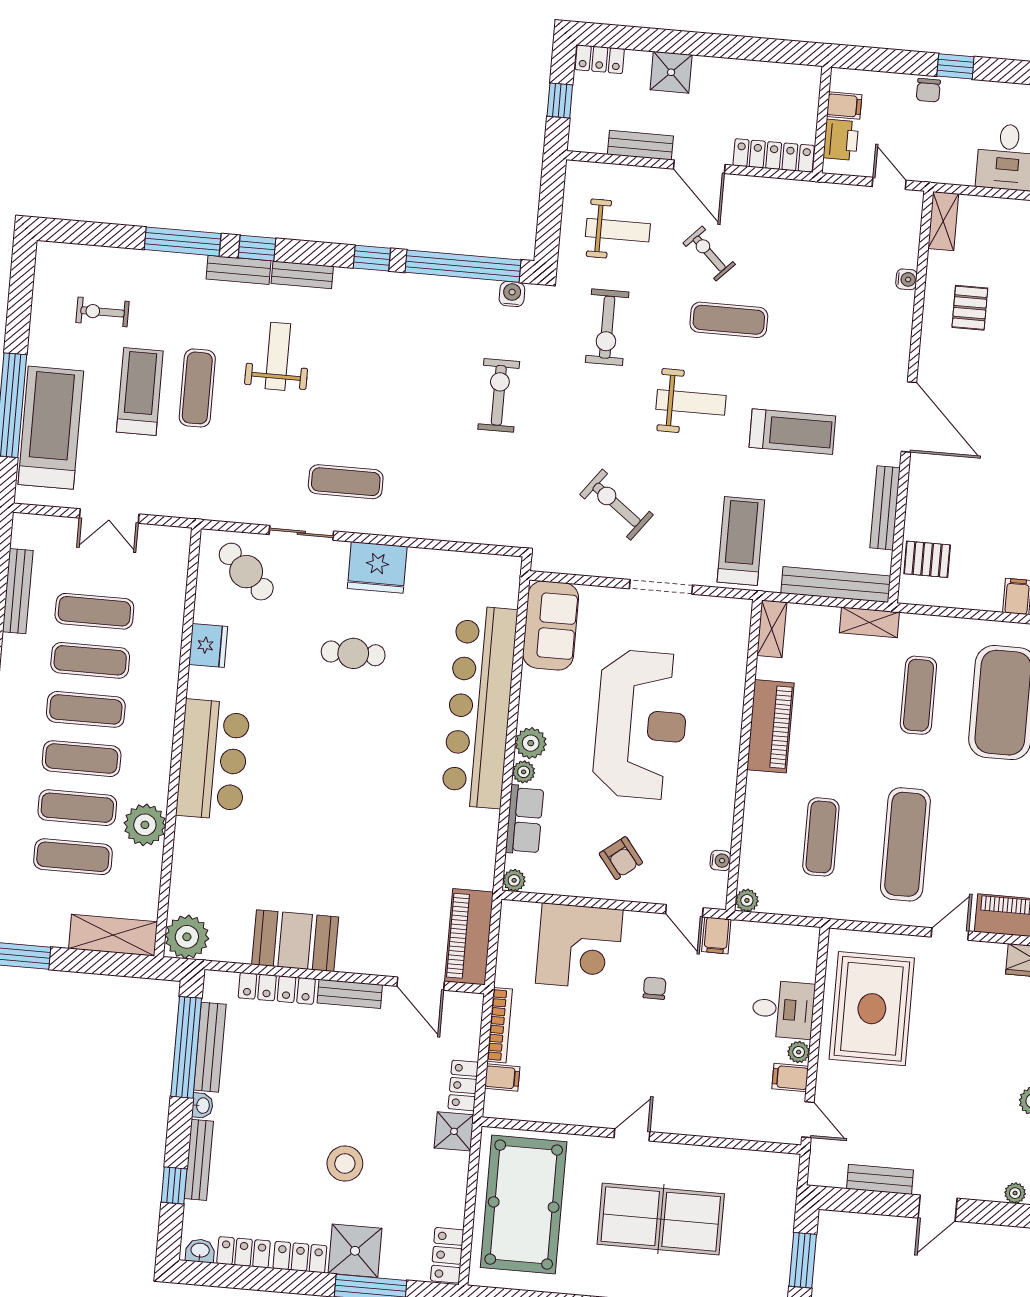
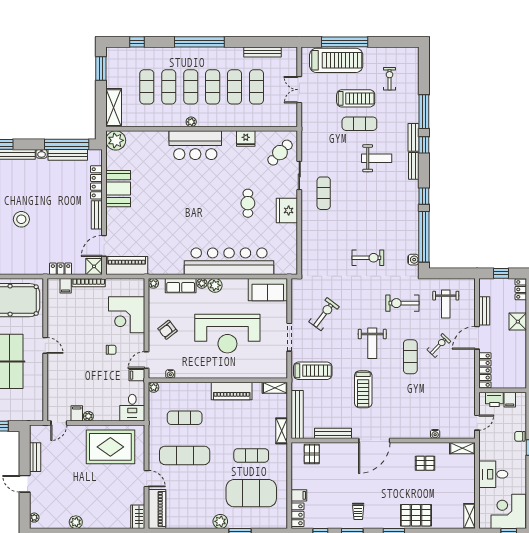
plant: (145, 825) -> (191, 122), moved, width x0.53, depth x0.53
desk: (783, 1009) -> (132, 408), moved
shower: (454, 1131) -> (94, 266), moved

